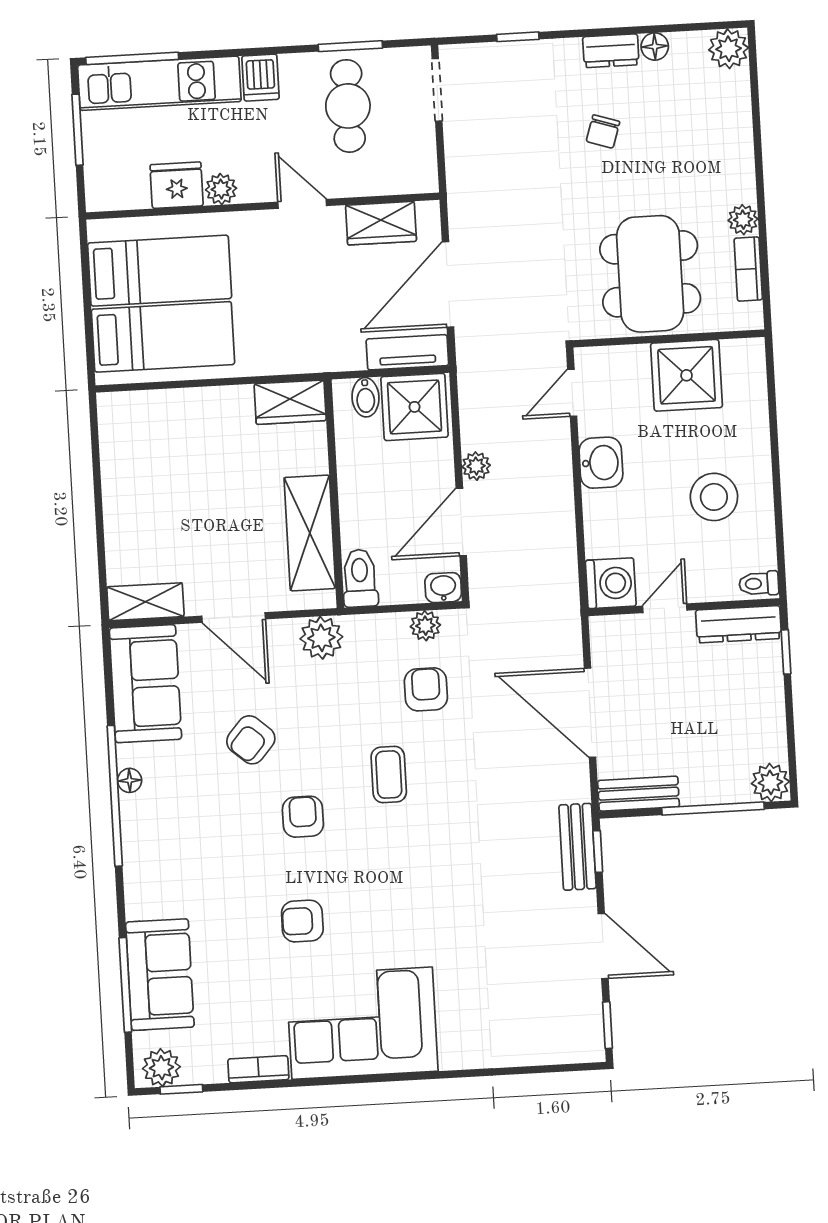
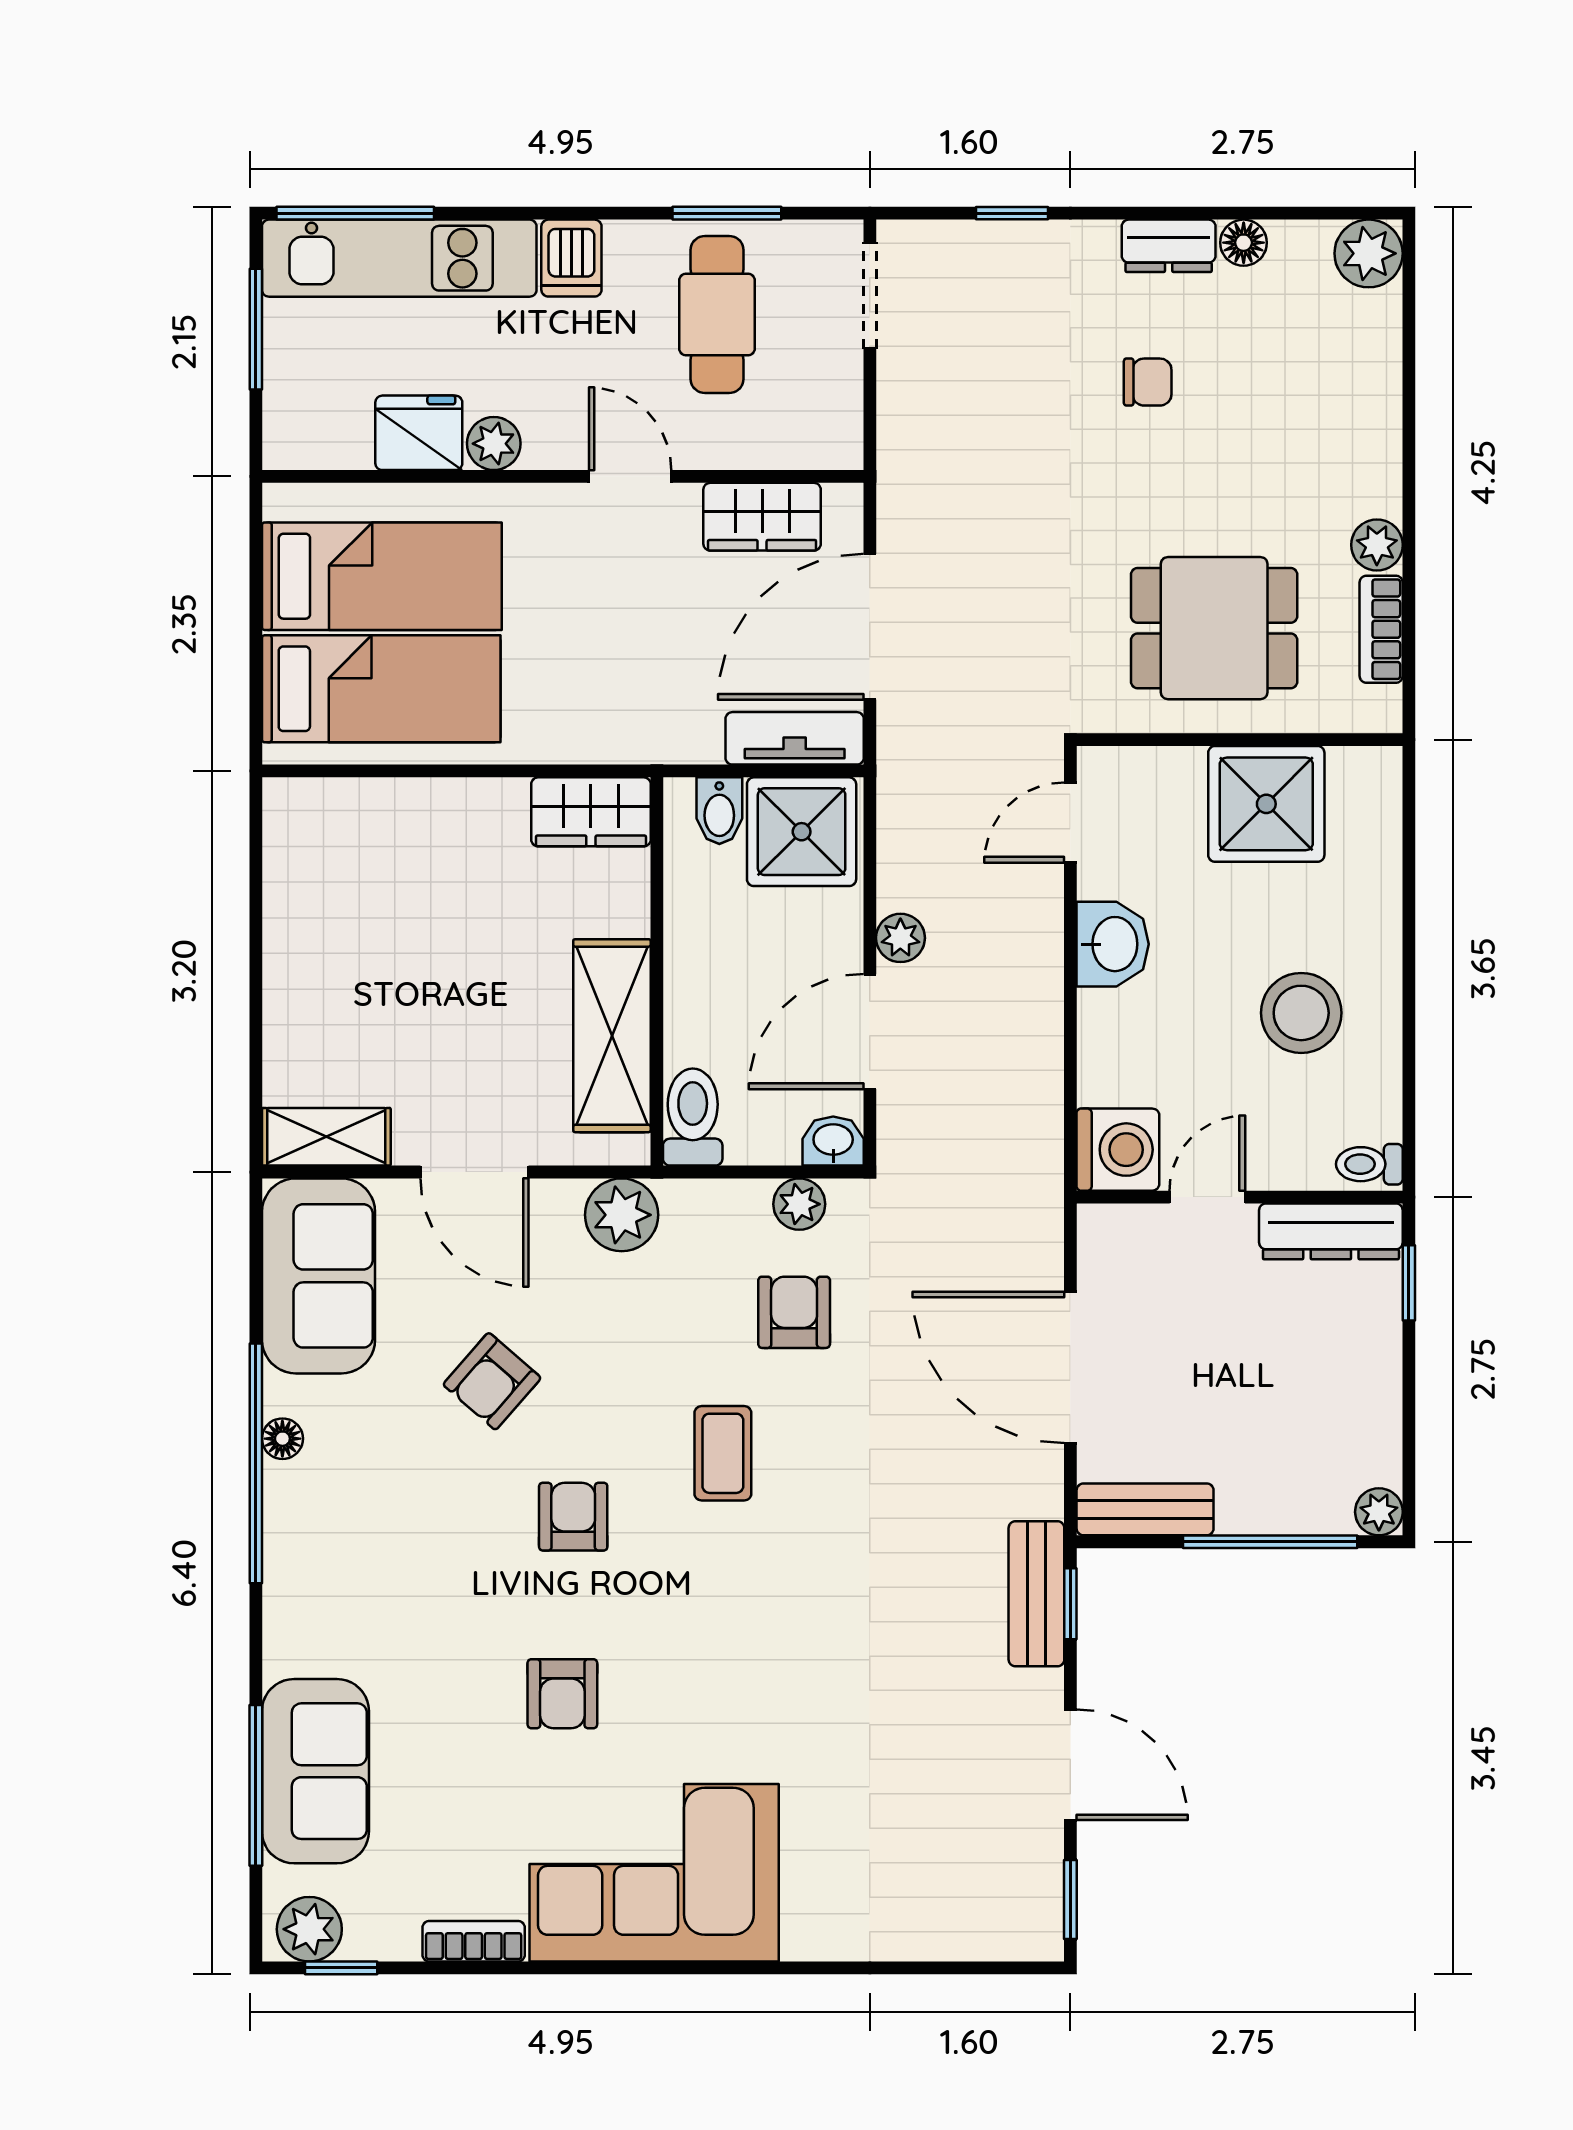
chair: (603, 131) -> (1148, 382), turned -108
dining table: (650, 274) -> (1214, 628), width x0.73
plant: (770, 782) -> (1379, 1512), width x0.73, depth x0.73
armchair: (302, 921) -> (562, 1694), turned -90

